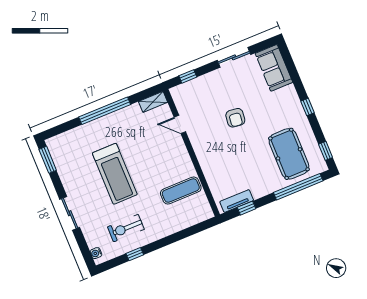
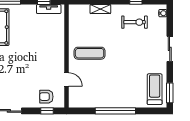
shelving: (153, 102) -> (100, 9), moved
armchair: (235, 118) -> (46, 97), moved, turned -97
treadmill: (115, 174) -> (155, 89), moved, width x0.73, depth x0.73
exercise mat: (181, 191) -> (90, 53), moved

